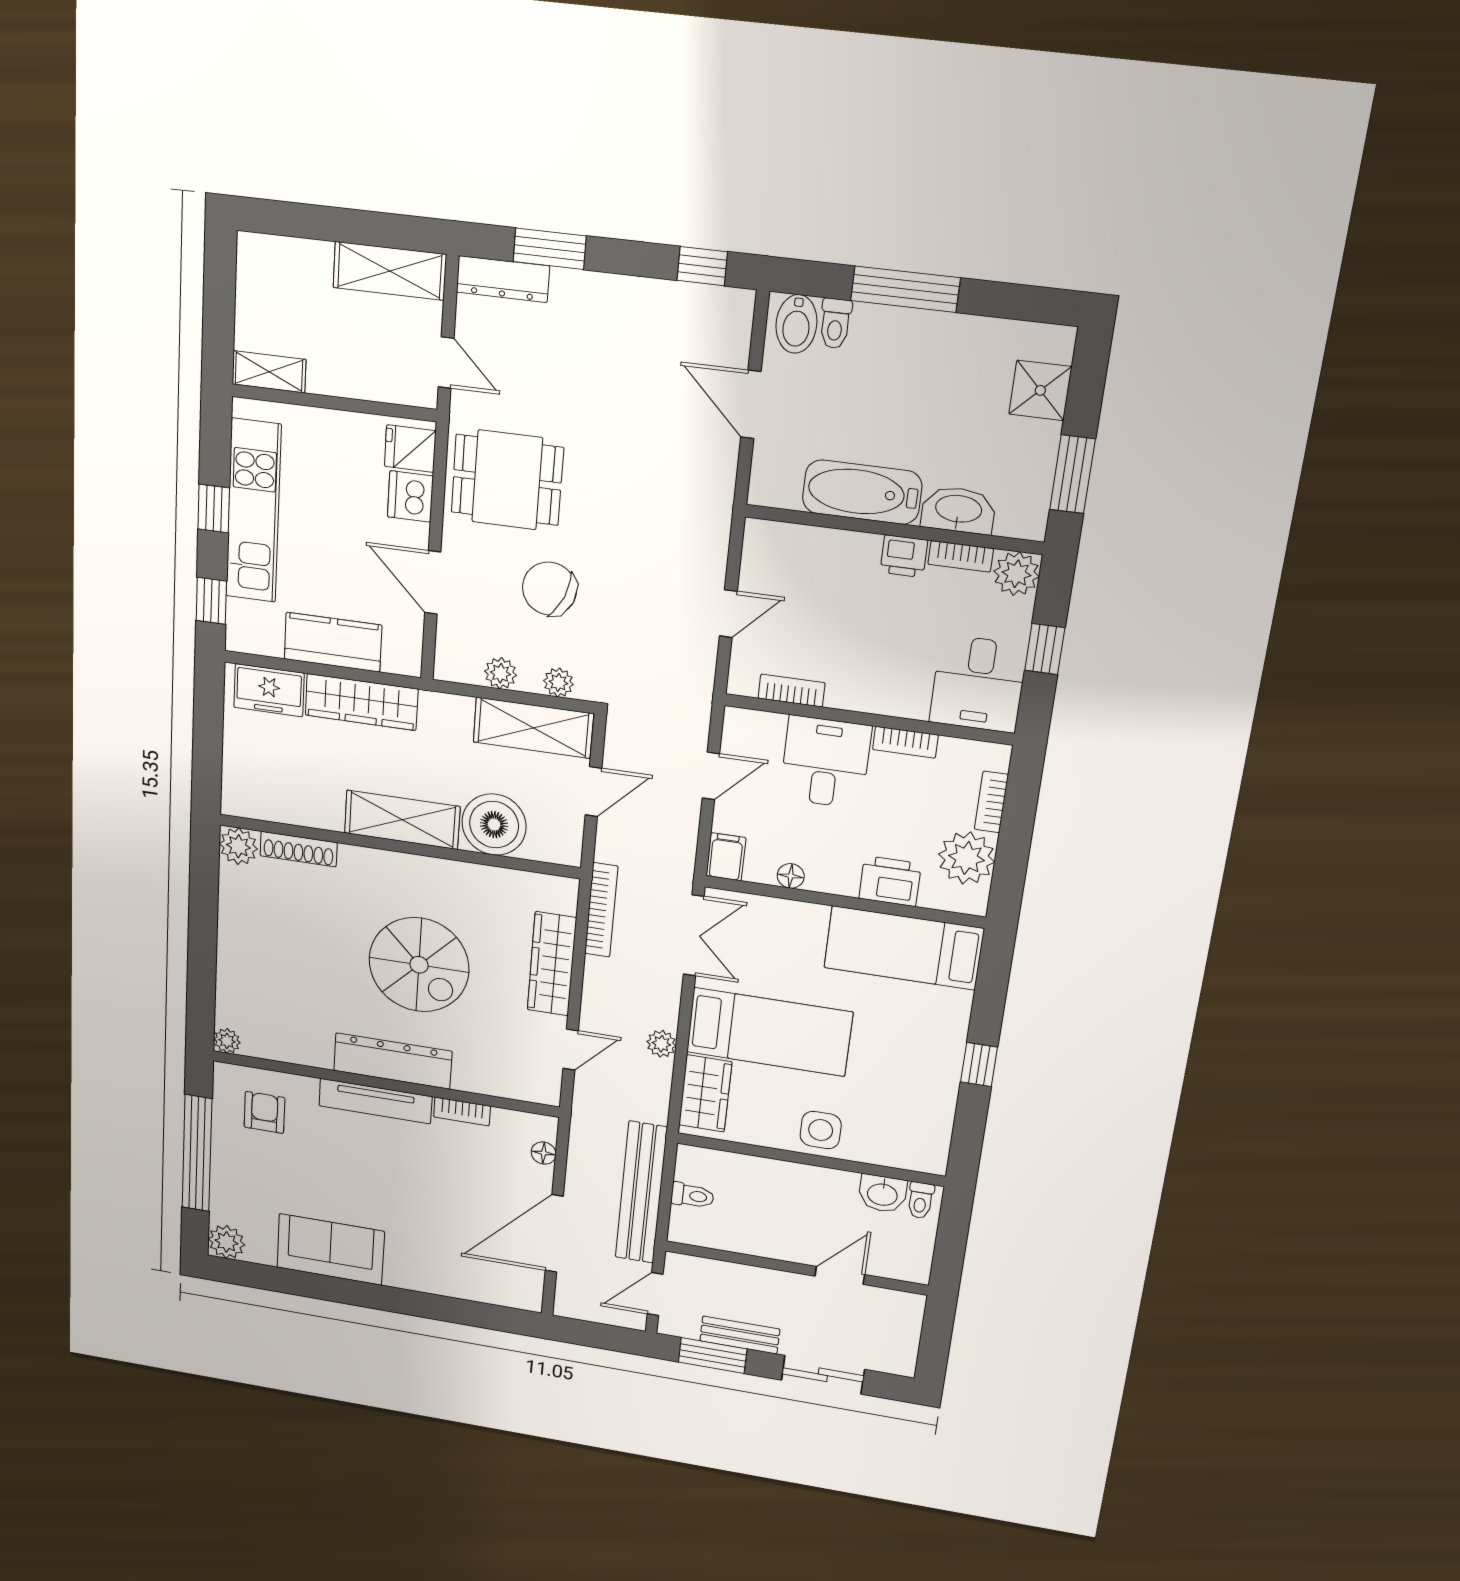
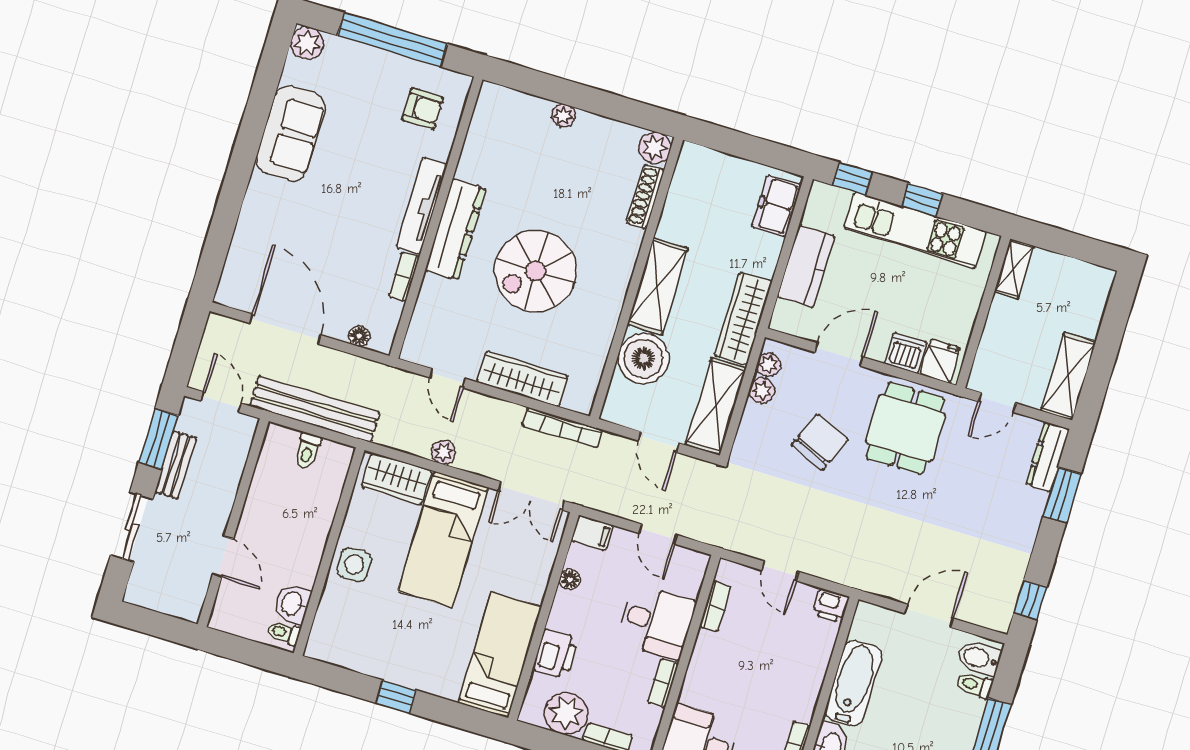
printer: (904, 556) -> (831, 606), moved, turned -90
plant: (558, 682) -> (769, 365), moved
wardrobe: (361, 702) -> (743, 319), moved
plant: (227, 1041) -> (563, 115), moved

